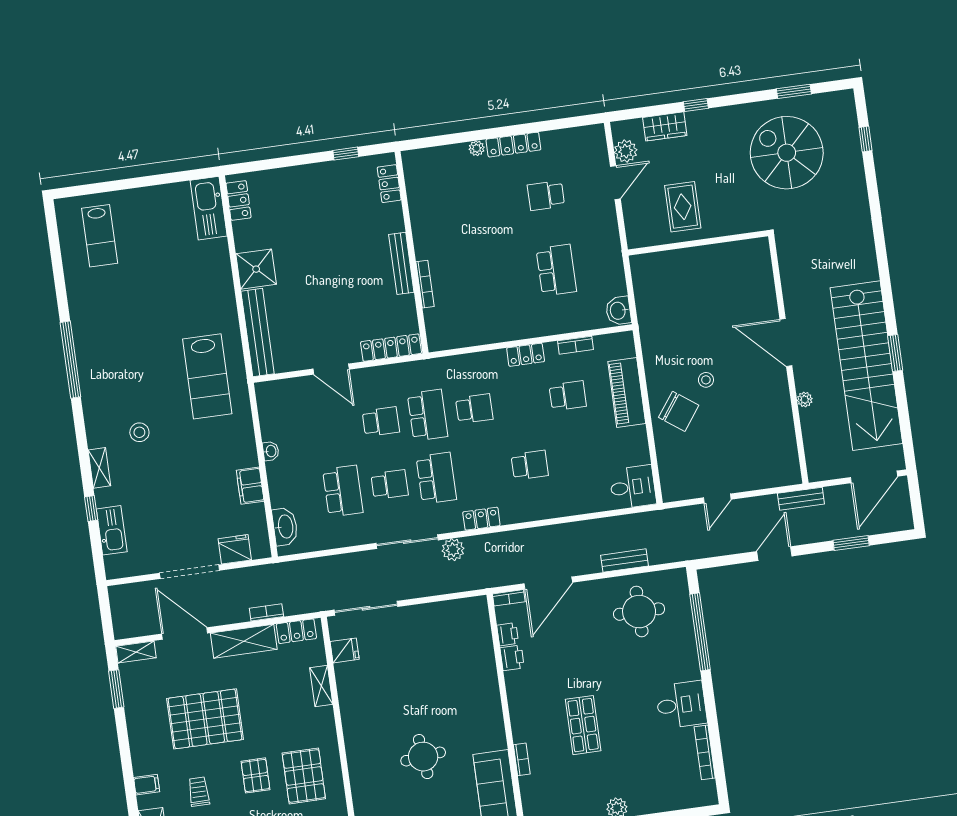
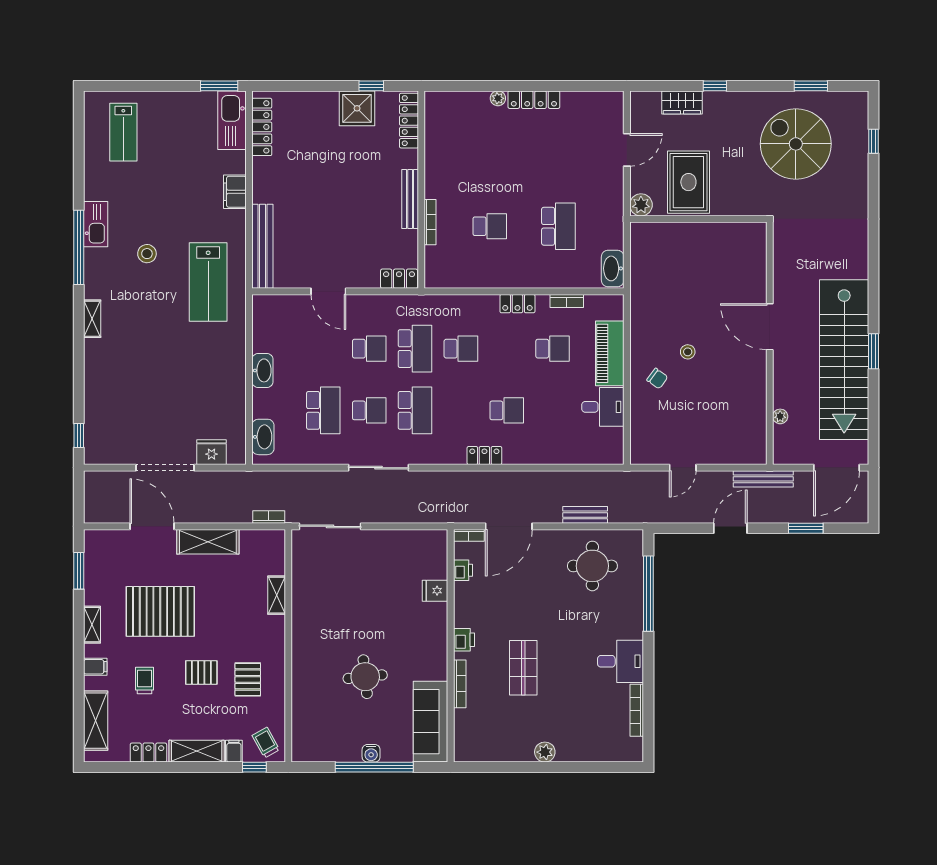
plant: (626, 151) -> (641, 205), moved
window: (191, 175) -> (219, 86), added
locker: (389, 184) -> (409, 121), width x1.53
school desk: (546, 195) -> (490, 226), moved, turned 180
locker: (239, 200) -> (262, 127), width x1.53
rug: (683, 207) -> (688, 182), width x1.36, depth x1.43
shower: (256, 269) -> (357, 108), moved
washbasin: (618, 311) -> (613, 268), width x1.38
locker: (391, 348) -> (399, 279), width x0.66
plant: (805, 400) -> (780, 416), moved
chair: (679, 411) -> (657, 379), width x0.54, depth x0.54
stool: (139, 432) -> (147, 254), moved
washbasin: (271, 451) -> (262, 370), width x1.91, depth x1.45
shelving: (99, 468) -> (92, 319), moved
filing cabinet: (250, 486) -> (235, 192), moved
desk: (633, 487) -> (603, 407), moved
bench: (801, 499) -> (763, 479), width x1.36
window: (91, 509) -> (79, 436), moved
locker: (481, 519) -> (484, 456), moved
kitchen sink: (112, 530) -> (96, 224), moved
plant: (453, 550) -> (422, 481), removed
bookcase: (266, 612) -> (269, 517), moved
locker: (296, 631) -> (260, 539), removed
fridge: (345, 650) -> (435, 591), moved, turned 180
shelving: (136, 652) -> (92, 625), moved, turned 90
printer: (512, 658) -> (464, 640), moved
bookcase: (522, 759) -> (460, 684), width x1.56
pallet: (256, 775) -> (201, 672), turned 90
pallet: (304, 776) -> (248, 679), width x0.67, depth x0.71

